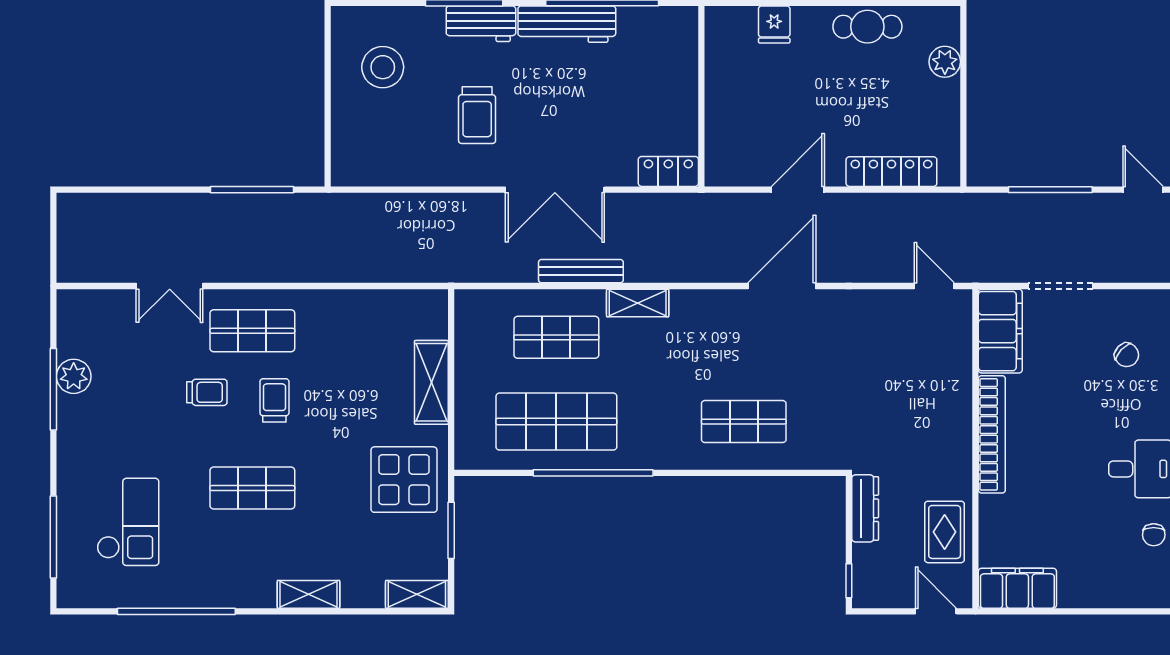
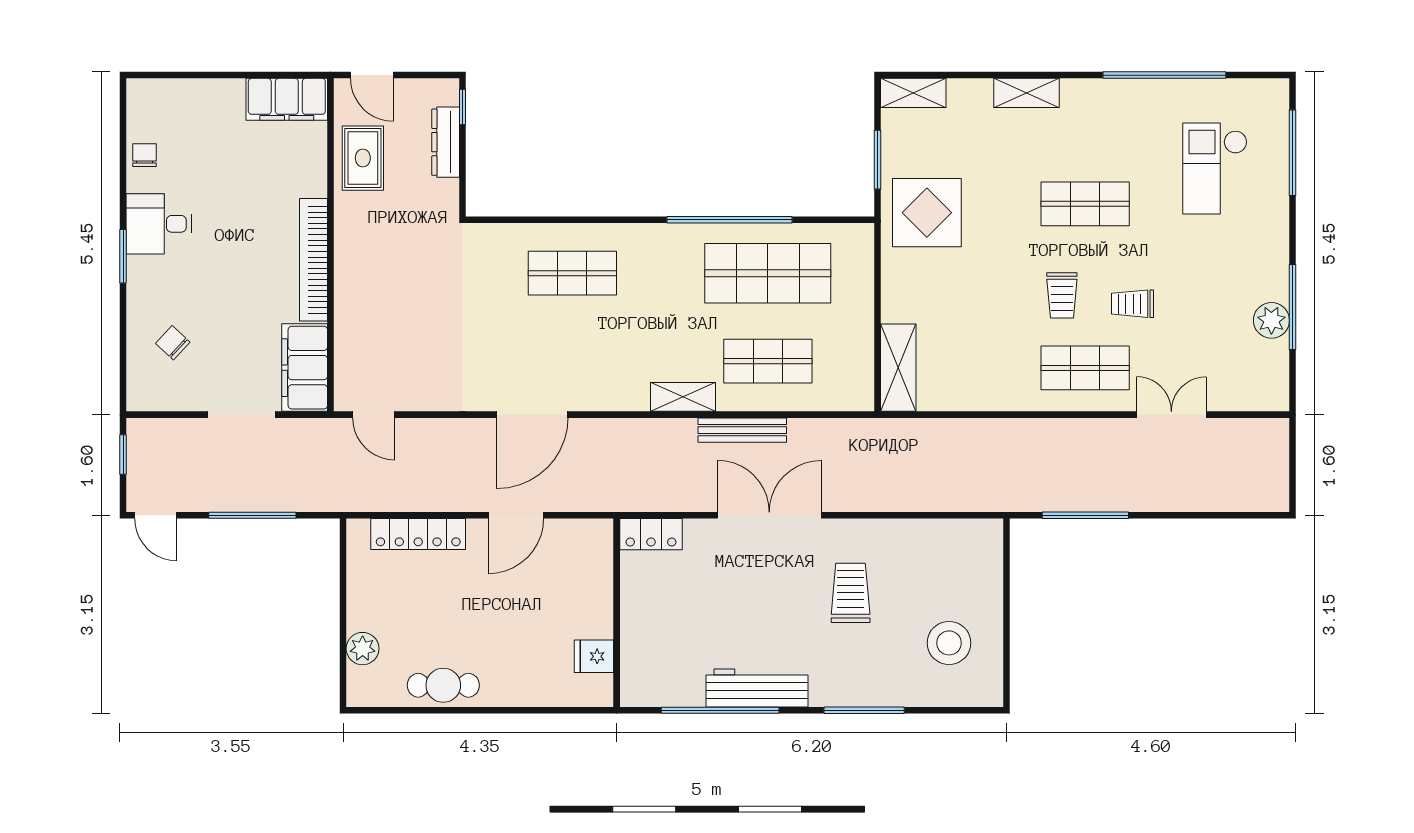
workbench: (481, 24) -> (847, 688), removed
fridge: (774, 24) -> (594, 656), moved, turned -90
shelving: (431, 382) -> (898, 368), moved
dresser: (865, 508) -> (446, 142), moved

